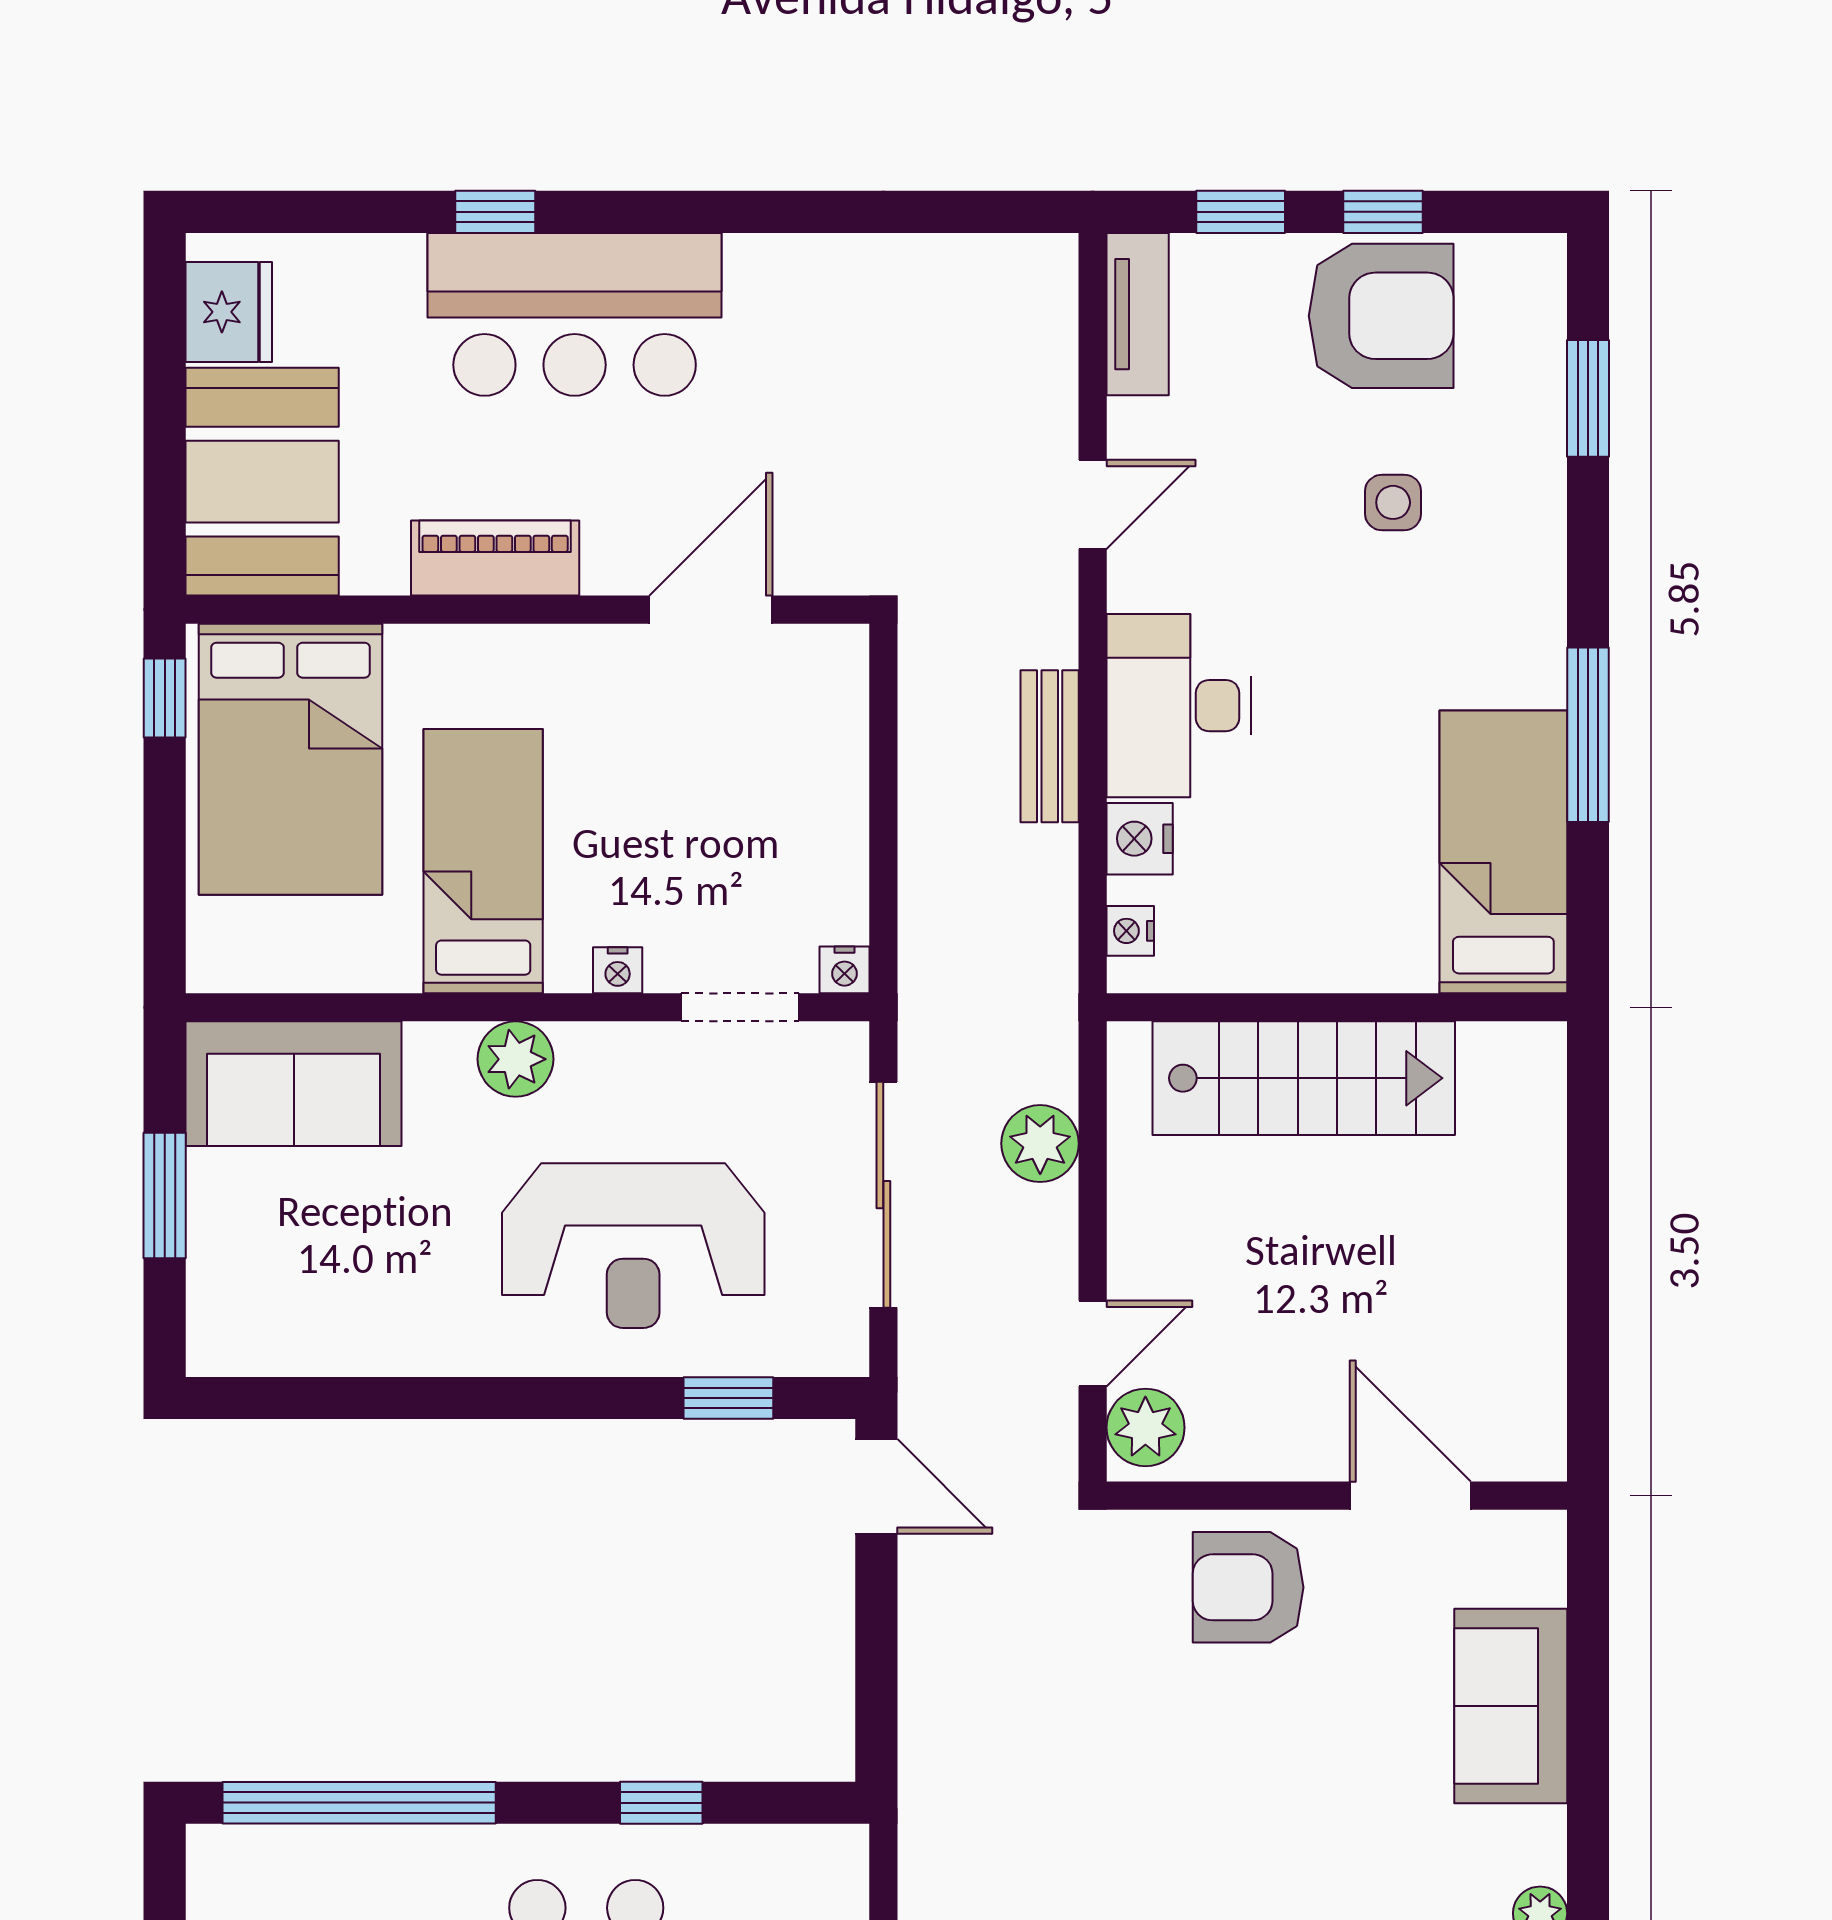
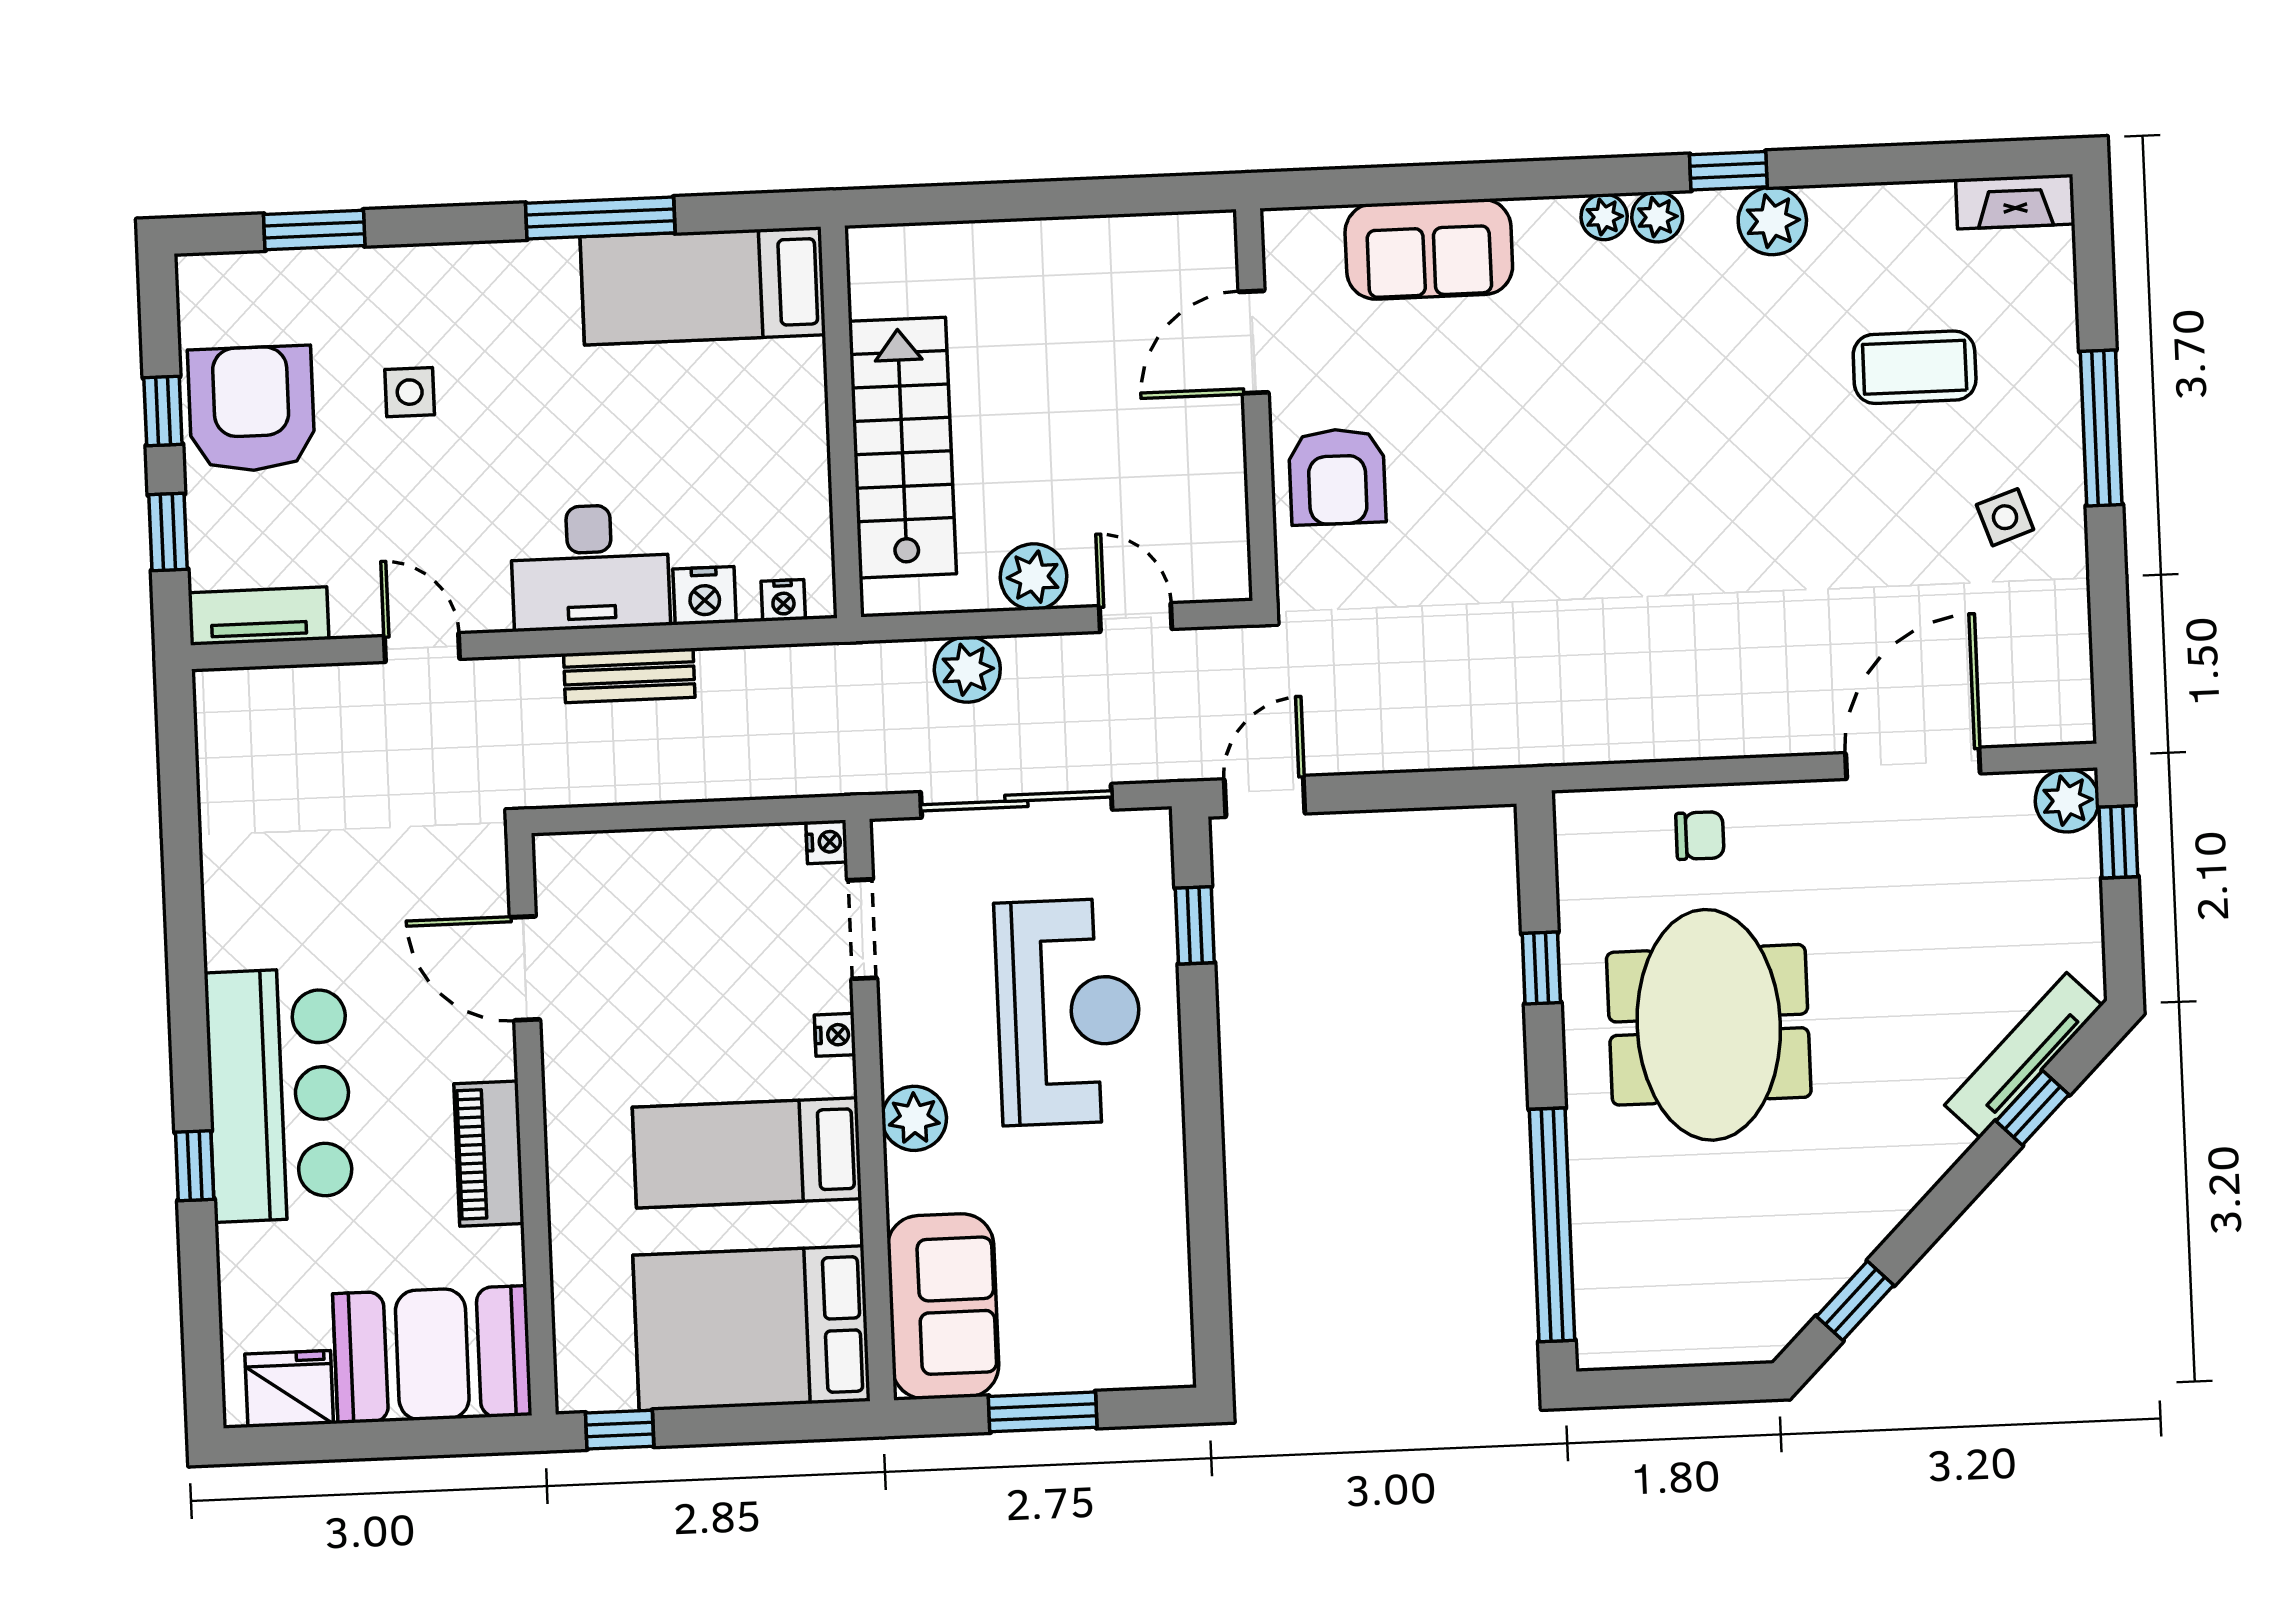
bed: (291, 759) -> (751, 1328), moved, turned 180
plant: (1145, 1427) -> (1034, 577), moved

